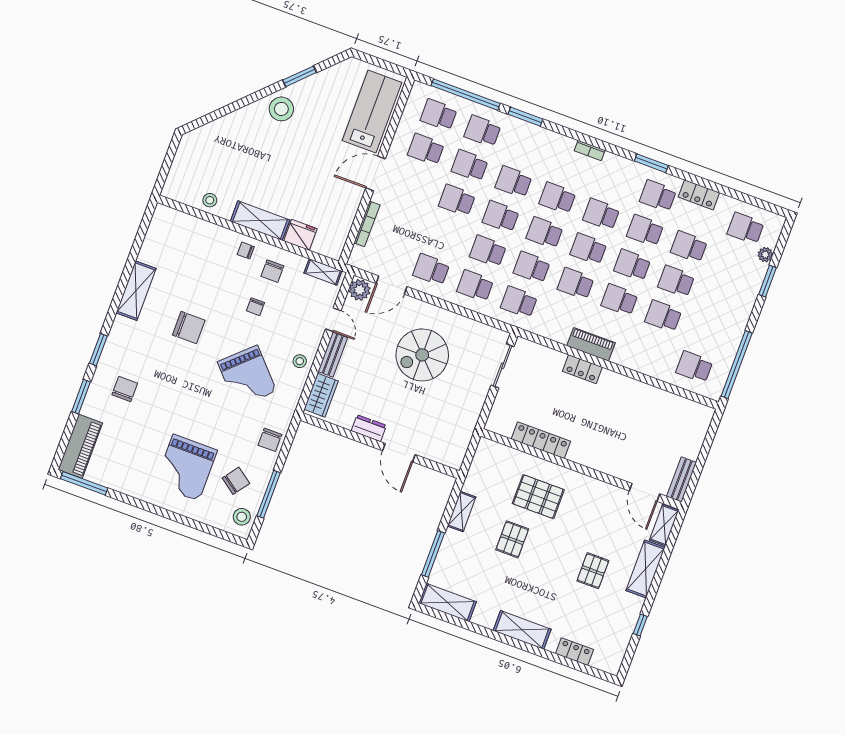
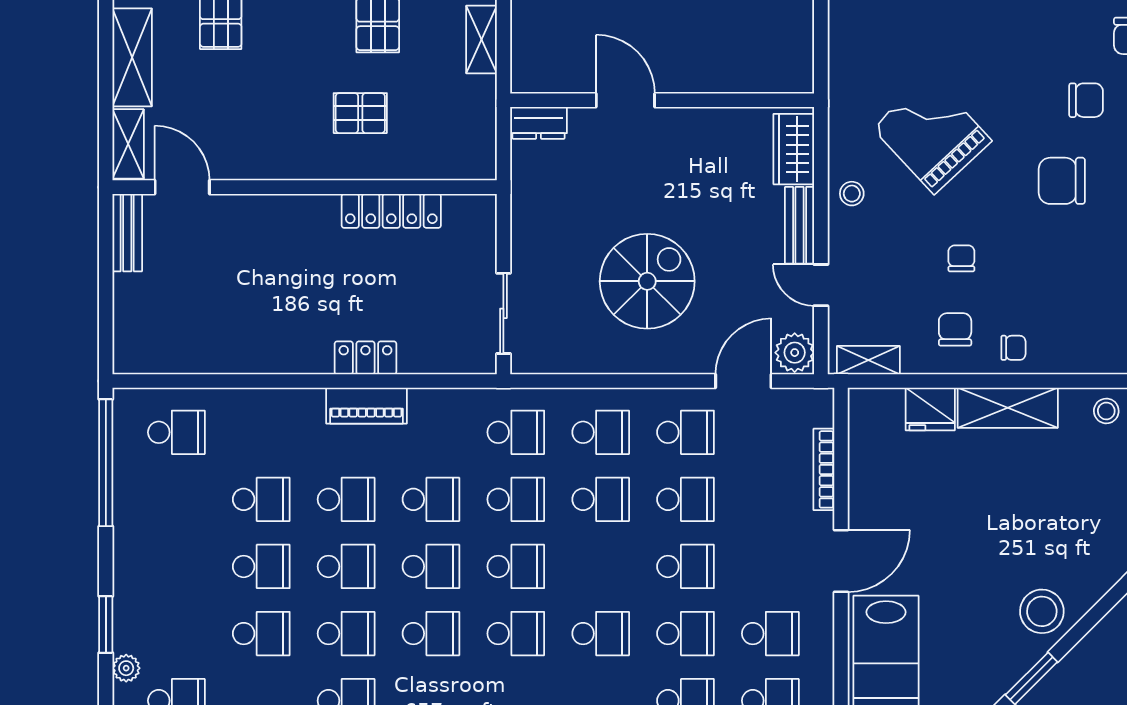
school desk: (501, 216) -> (686, 499), moved
dresser: (369, 428) -> (539, 123), moved
chair: (270, 440) -> (1086, 100), moved, turned 90
pallet: (538, 497) -> (360, 113), width x0.67, depth x0.71

